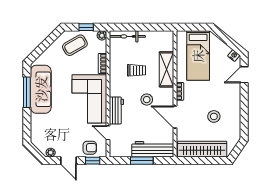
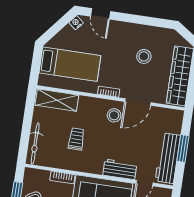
plant: (102, 35) -> (30, 173), removed
shelving: (166, 69) -> (57, 100), moved
stool: (147, 100) -> (114, 115), moved
workbench: (153, 149) -> (168, 158), moved

